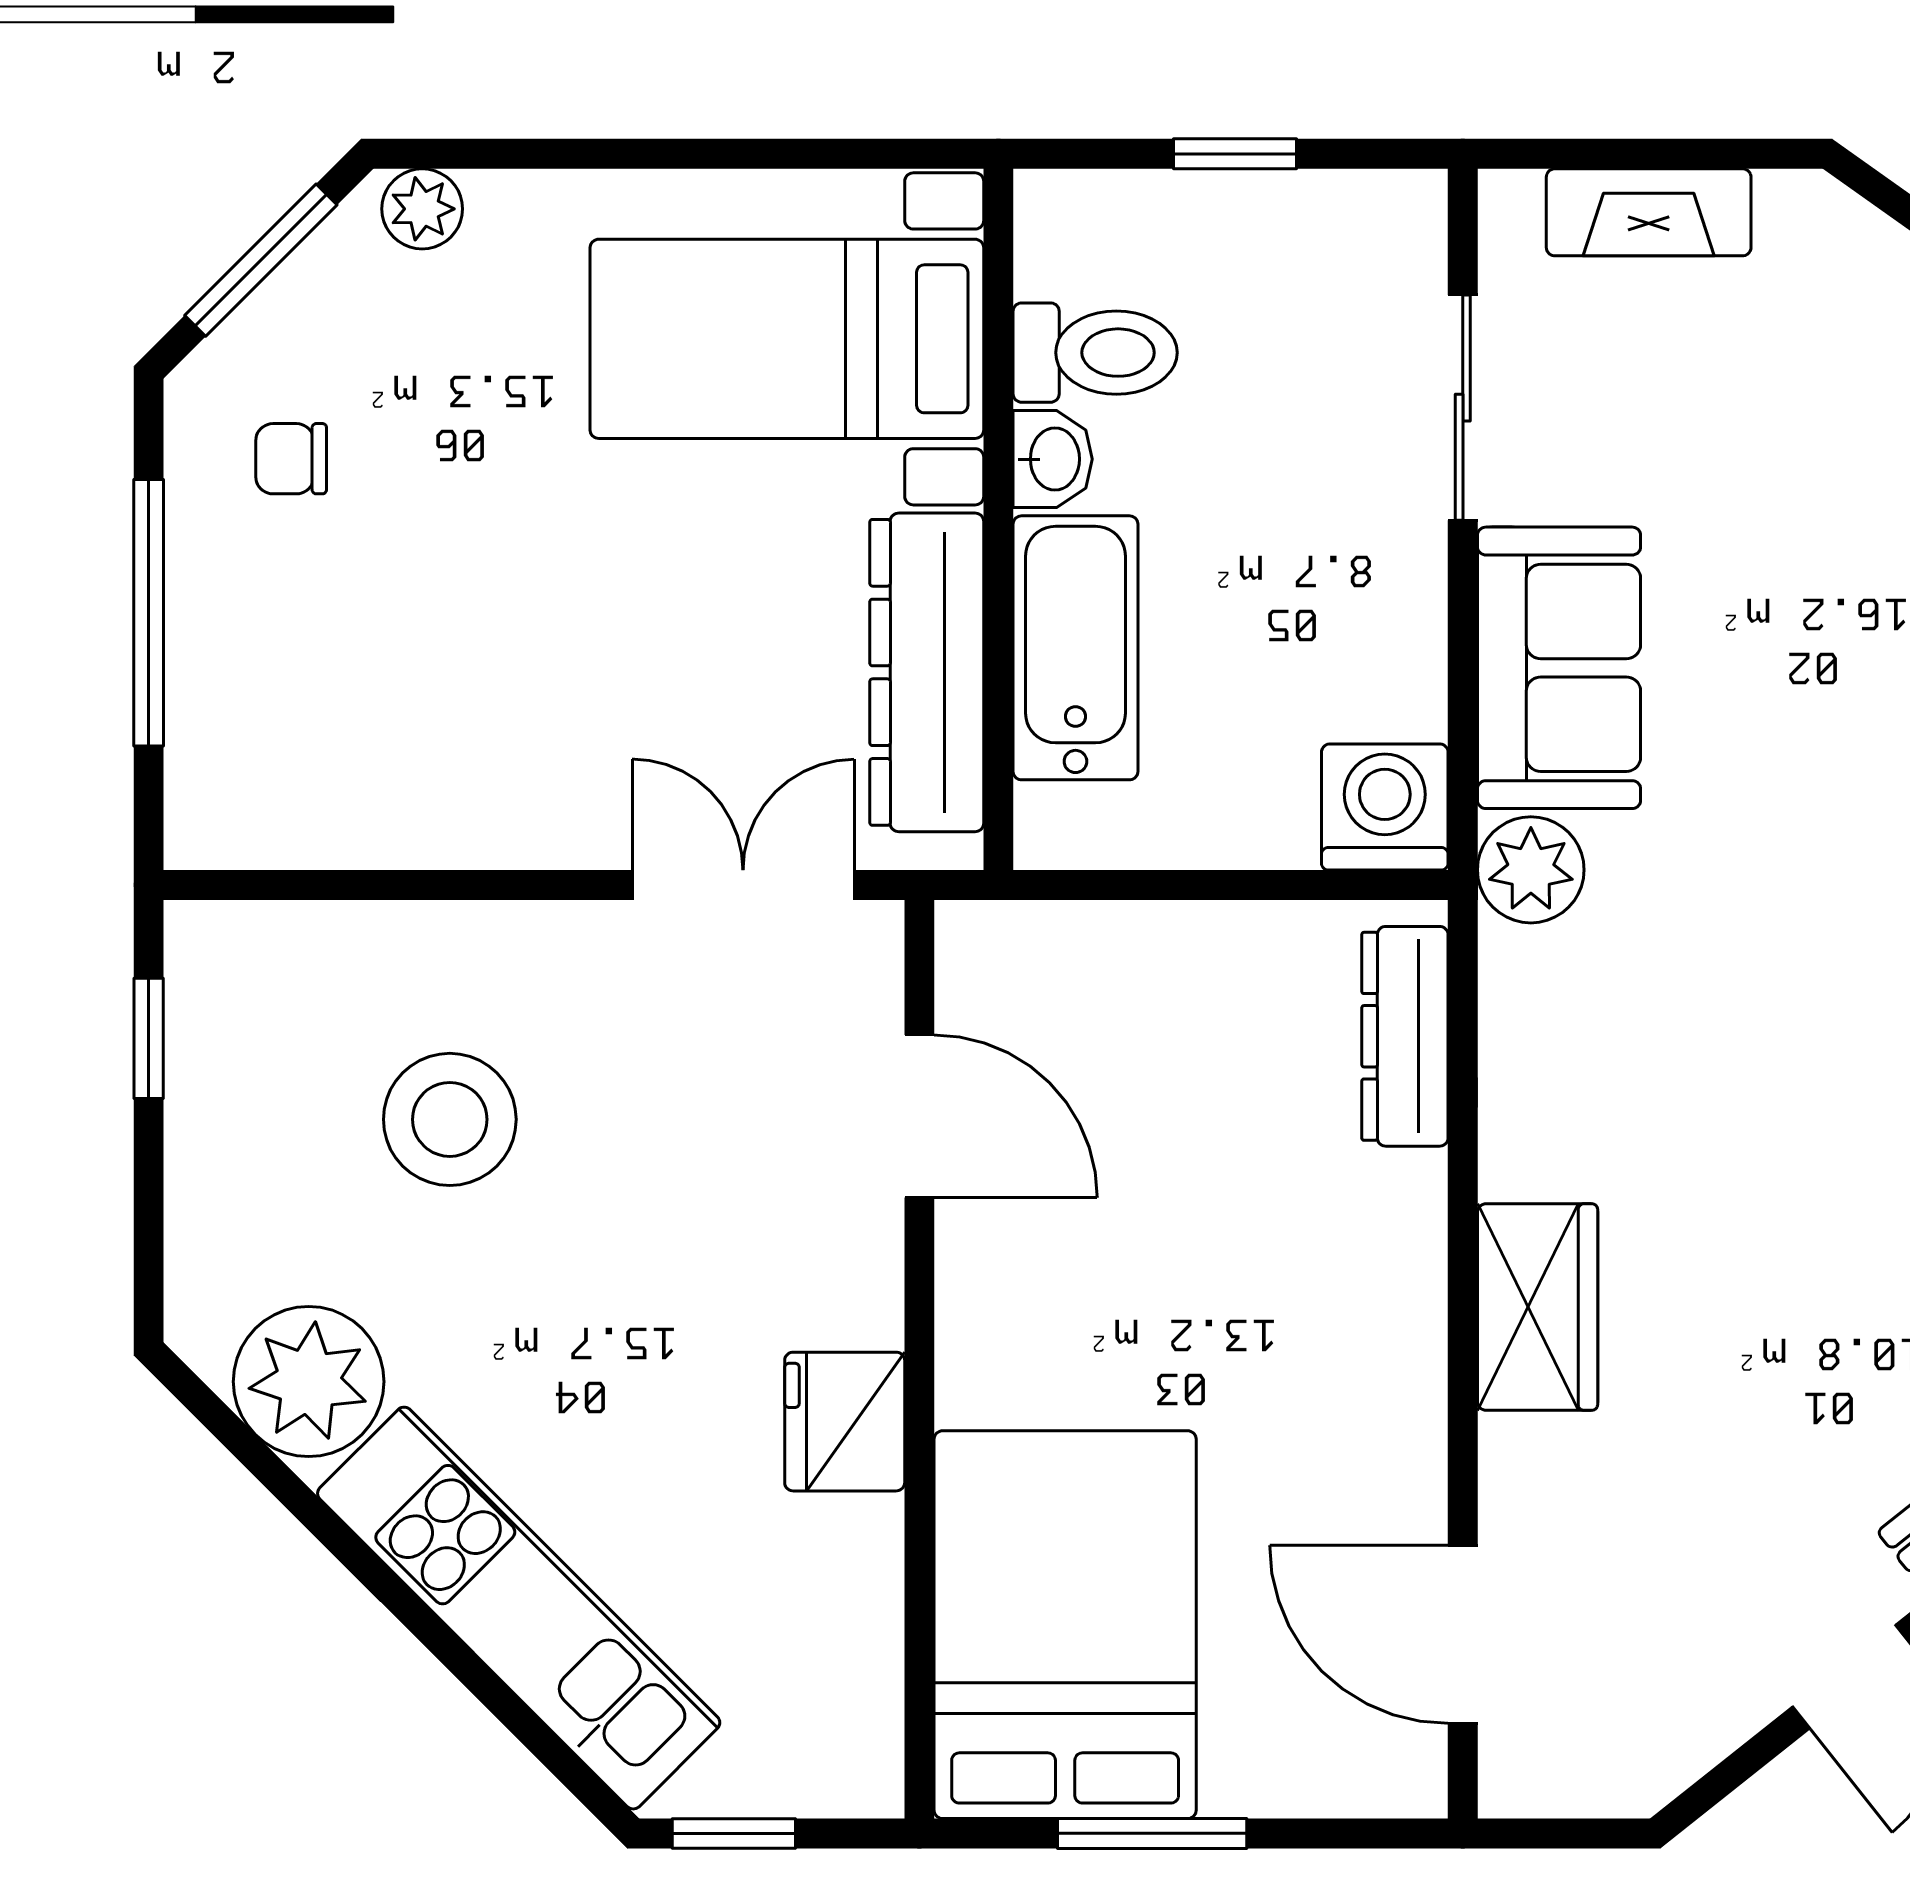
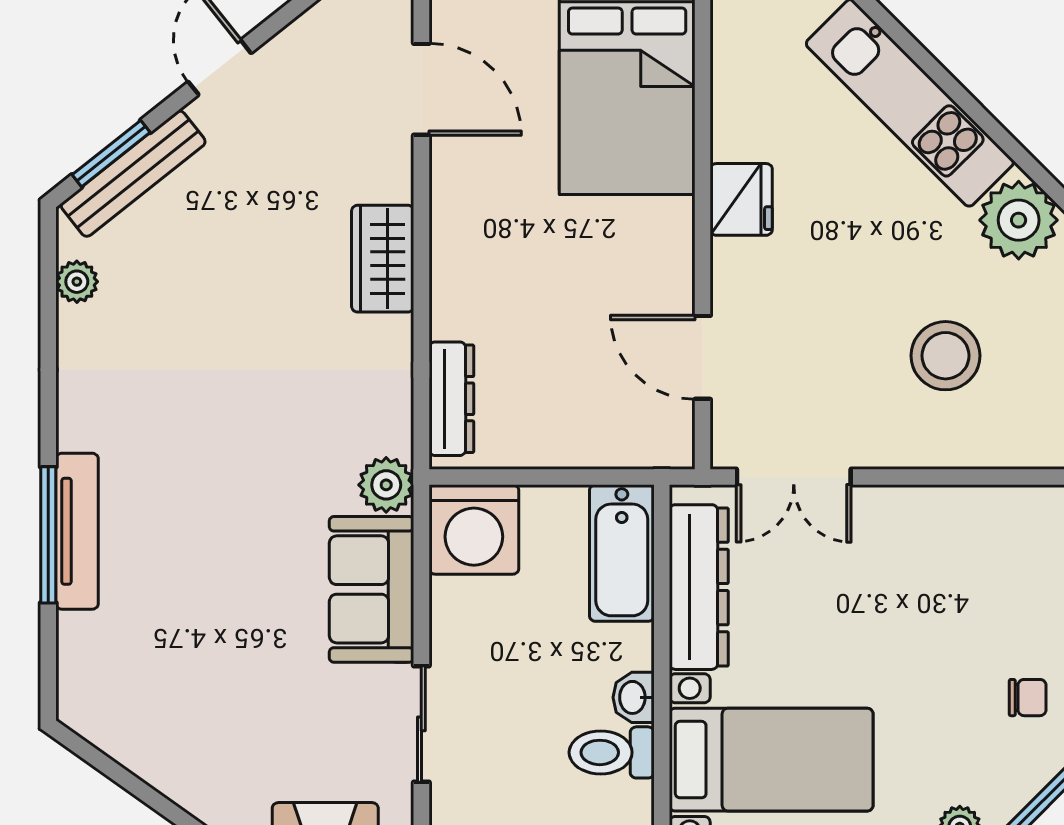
bathtub: (1075, 648) -> (622, 553), moved
washing machine: (1385, 807) -> (474, 530), width x1.37, depth x1.37

